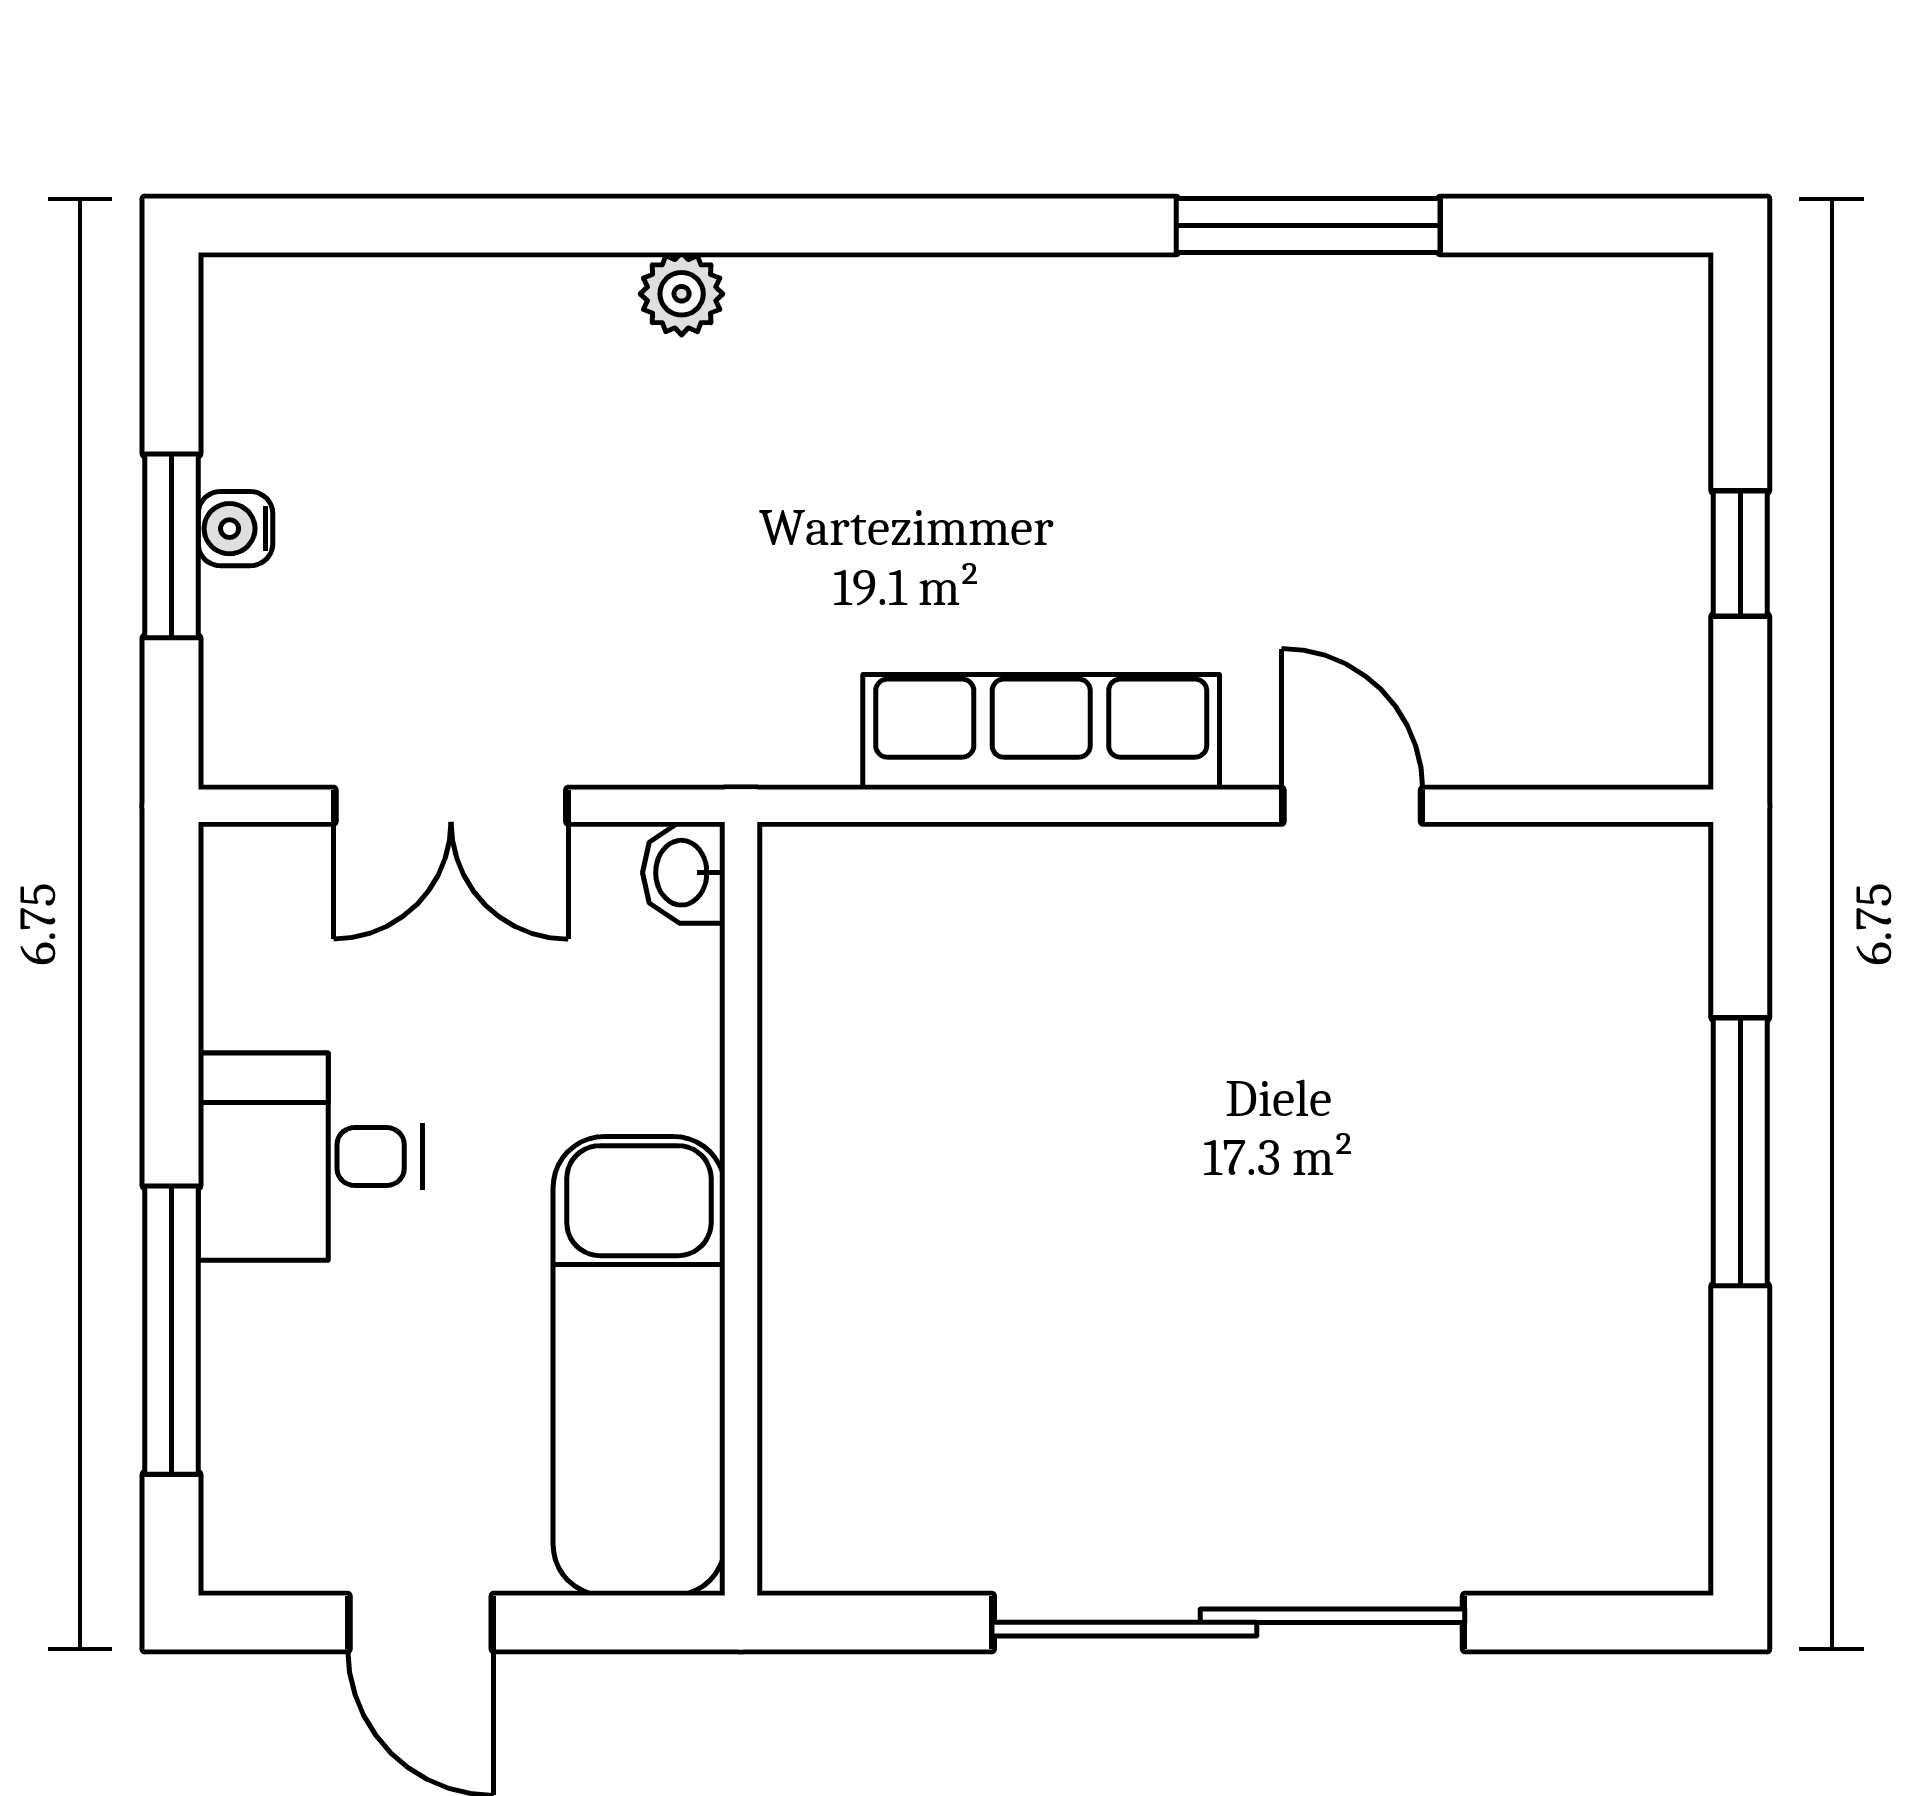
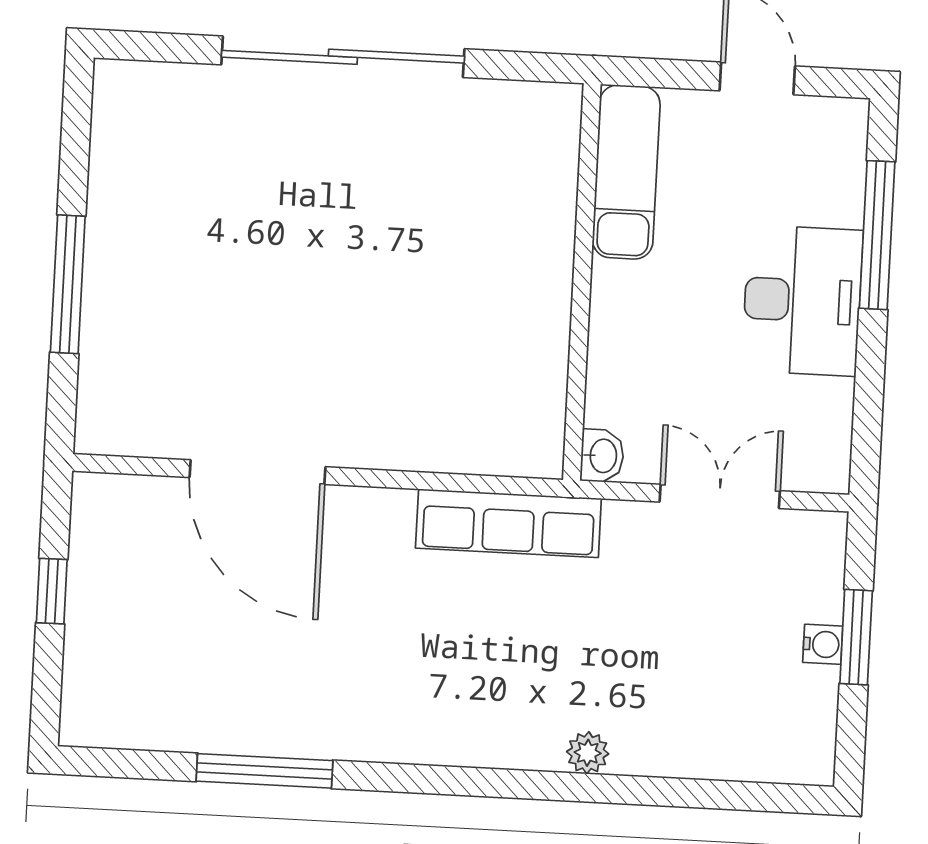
row of seats: (1041, 732) -> (508, 523), moved
door: (1352, 806) -> (257, 472), width x1.87
desk: (310, 1157) -> (802, 300), width x1.37
exam couch: (639, 1366) -> (626, 172), width x0.73, depth x0.69

